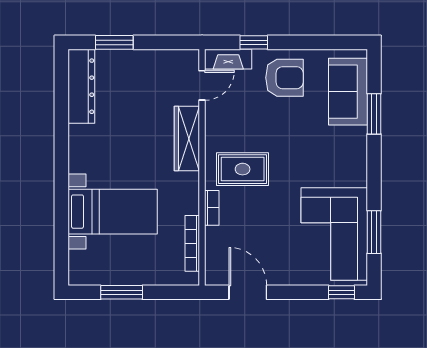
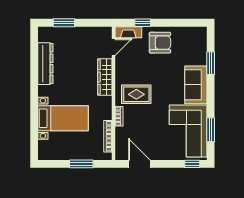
dresser: (81, 86) -> (45, 64), moved
sofa: (348, 92) -> (196, 85), moved
window: (122, 292) -> (81, 164), moved

